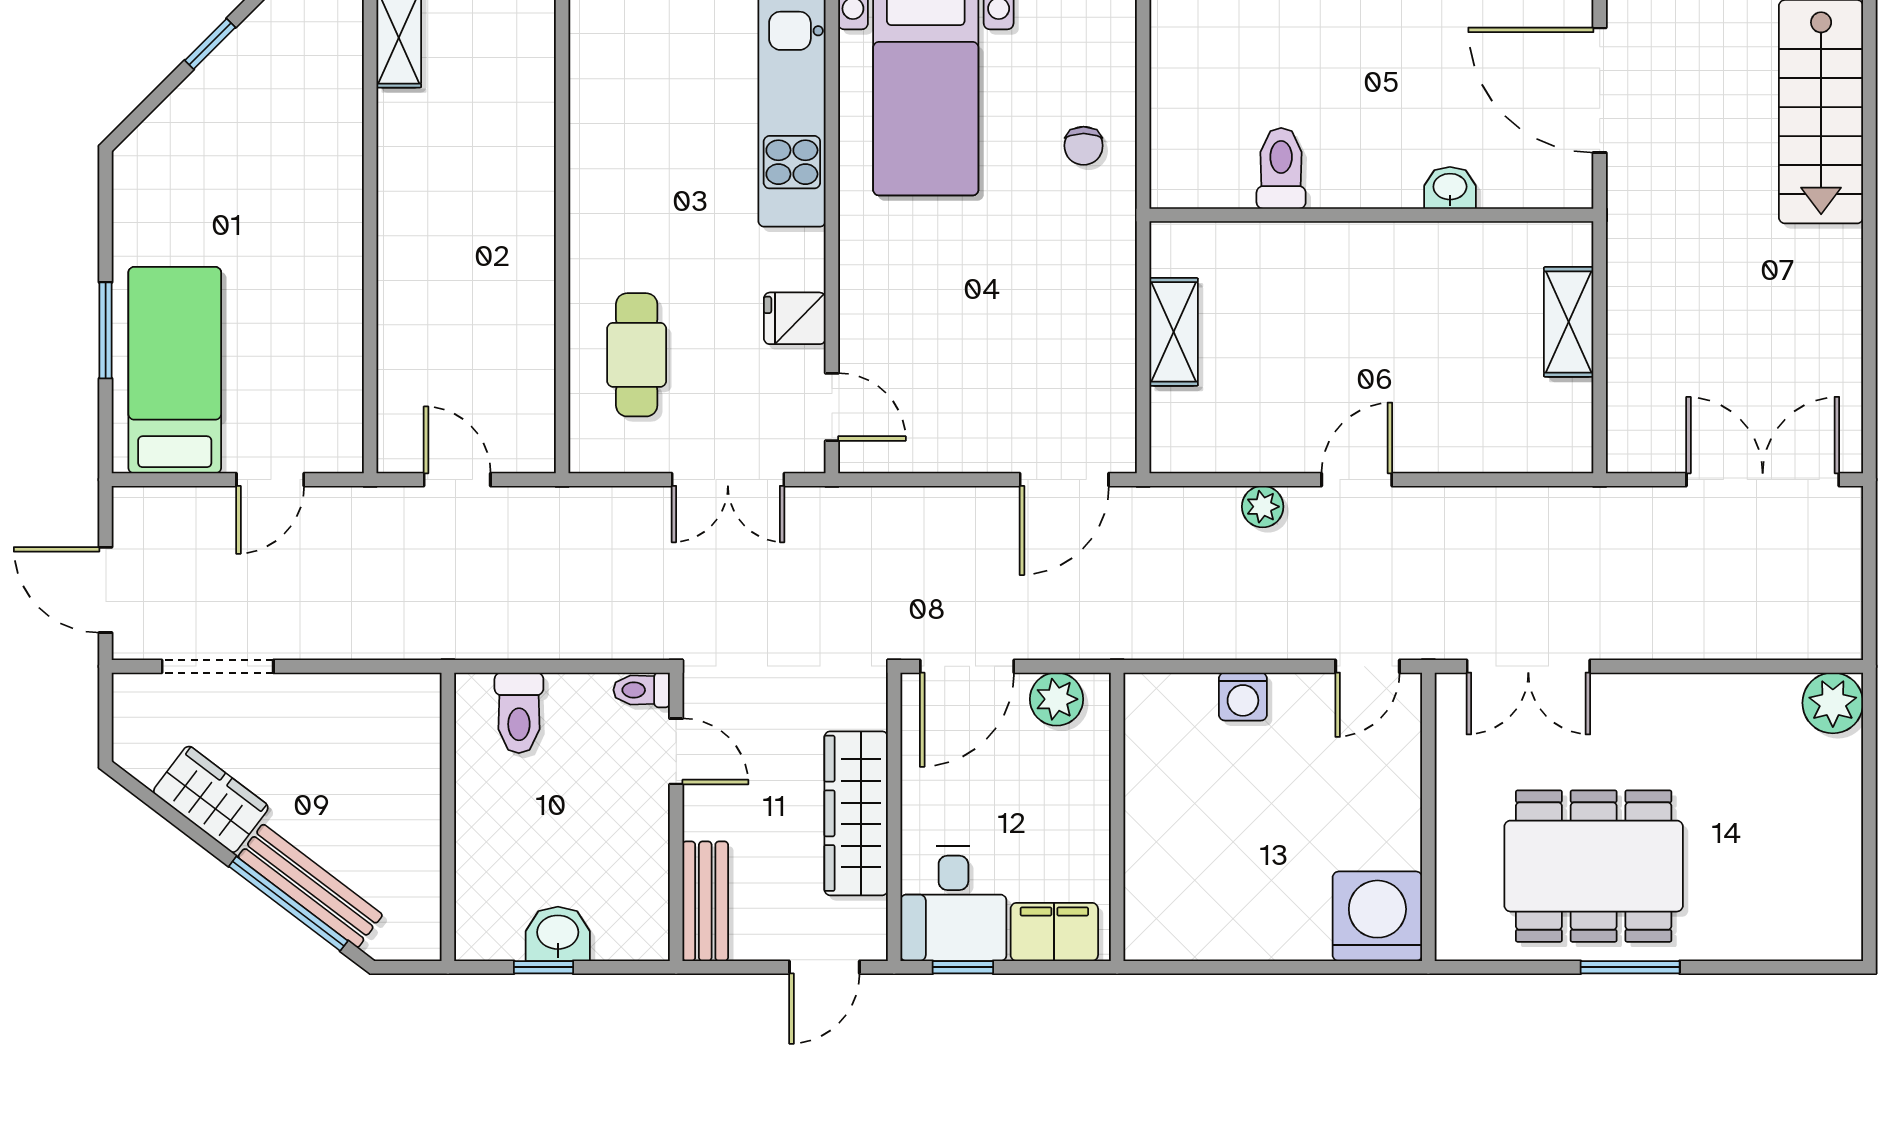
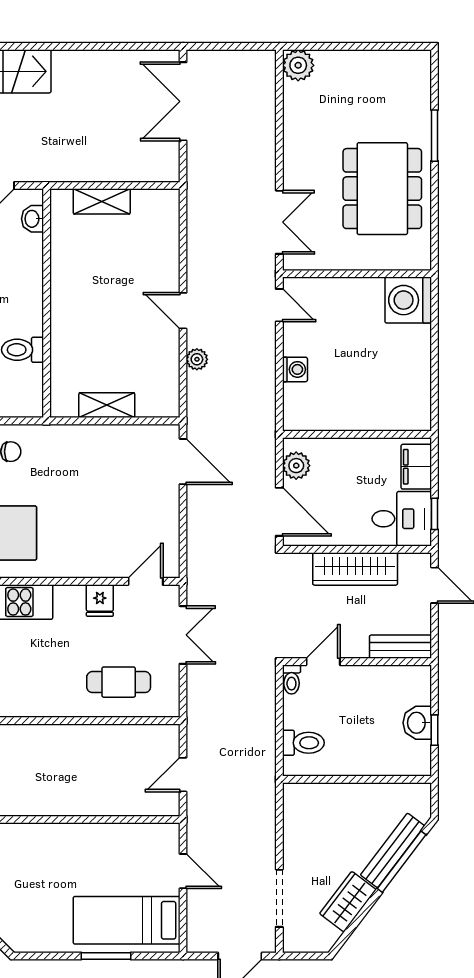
washbasin: (1450, 188) -> (33, 219), moved
window: (1630, 967) -> (434, 136), moved

